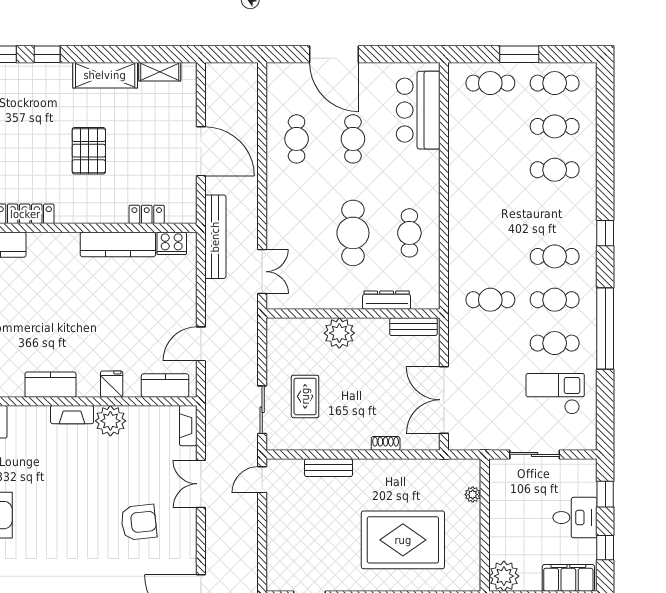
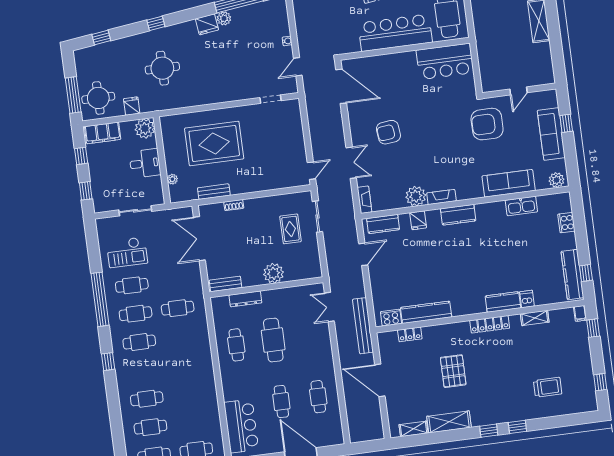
double door: (444, 400) -> (199, 239), swing flipped
bench: (329, 468) -> (214, 192), moved
desk: (575, 518) -> (145, 163), moved, turned 180

